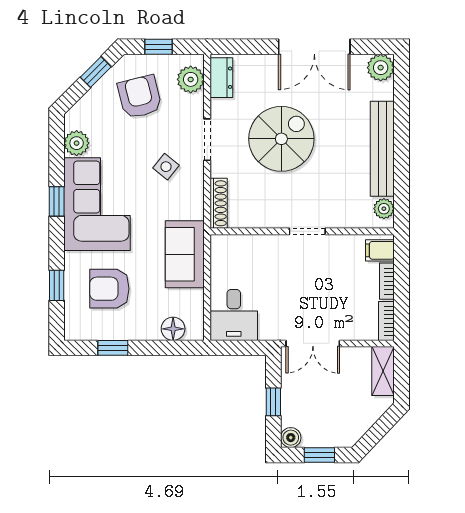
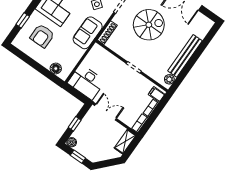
plant: (381, 68) -> (206, 24), removed
sofa: (185, 254) -> (88, 33), moved
armchair: (109, 289) -> (42, 36), turned -90
desk: (234, 315) -> (86, 82), width x1.37
double door: (313, 343) -> (106, 112), swing flipped
window: (113, 348) -> (27, 60), removed

